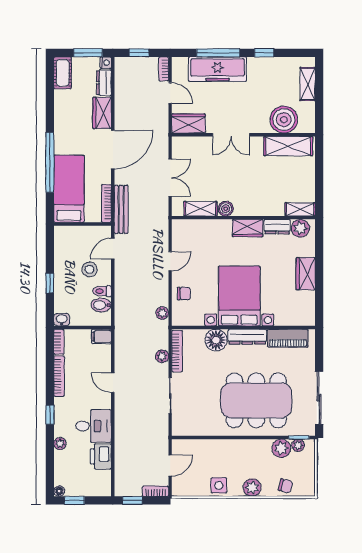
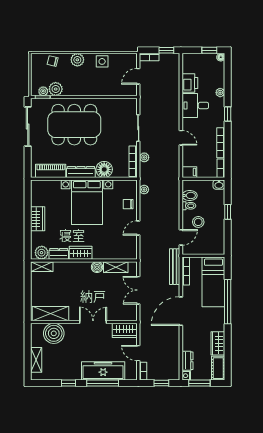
wardrobe: (102, 113) -> (218, 343), moved, turned 180

